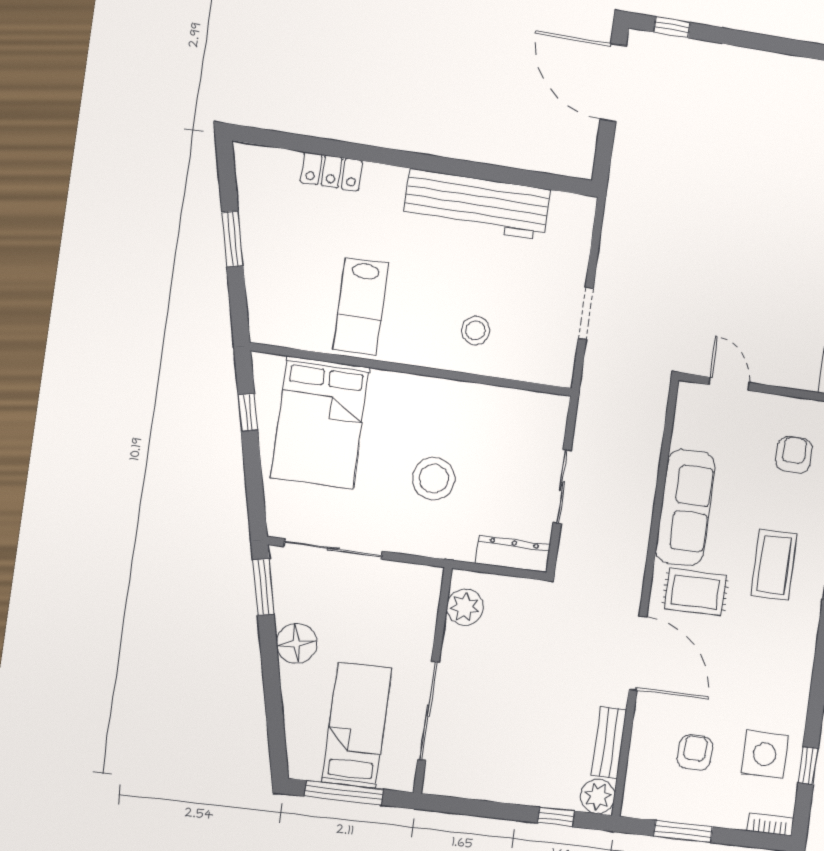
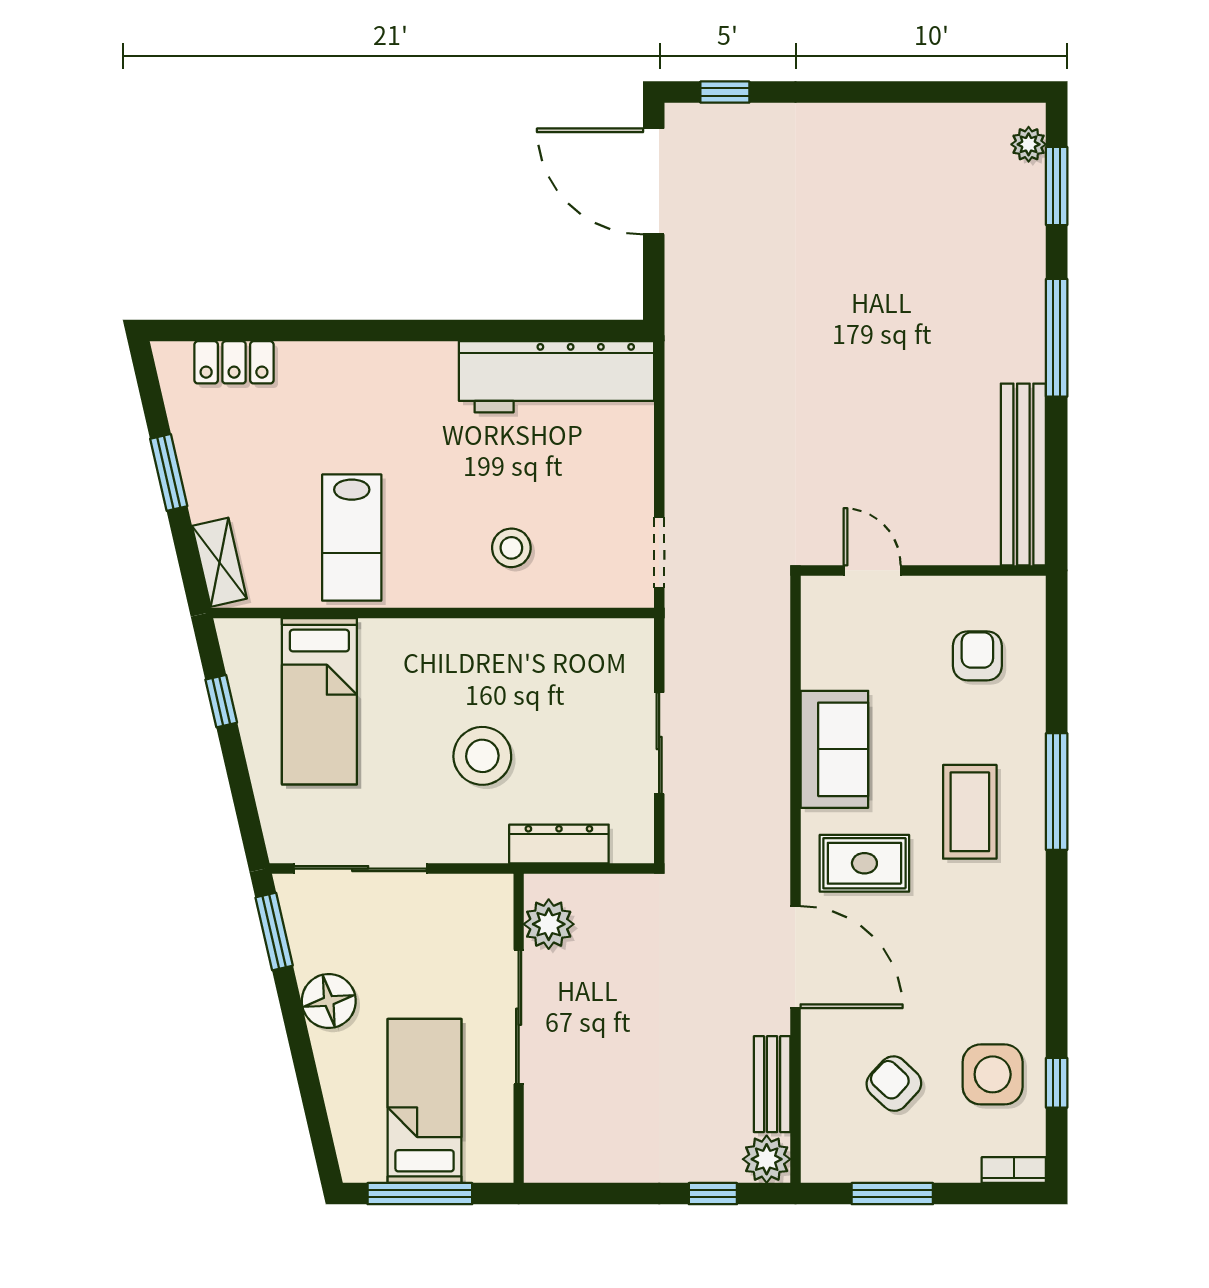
locker: (332, 172) -> (234, 362), moved
workbench: (477, 205) -> (556, 377), moved
shelving: (261, 310) -> (219, 562), added
doorway: (586, 313) -> (659, 552), moved
bed: (320, 422) -> (319, 701), width x0.67
sofa: (685, 508) -> (834, 749), width x0.73
dresser: (513, 554) -> (559, 844), moved
sliding door: (428, 711) -> (519, 1017), moved
armchair: (695, 752) -> (894, 1084), turned -47

